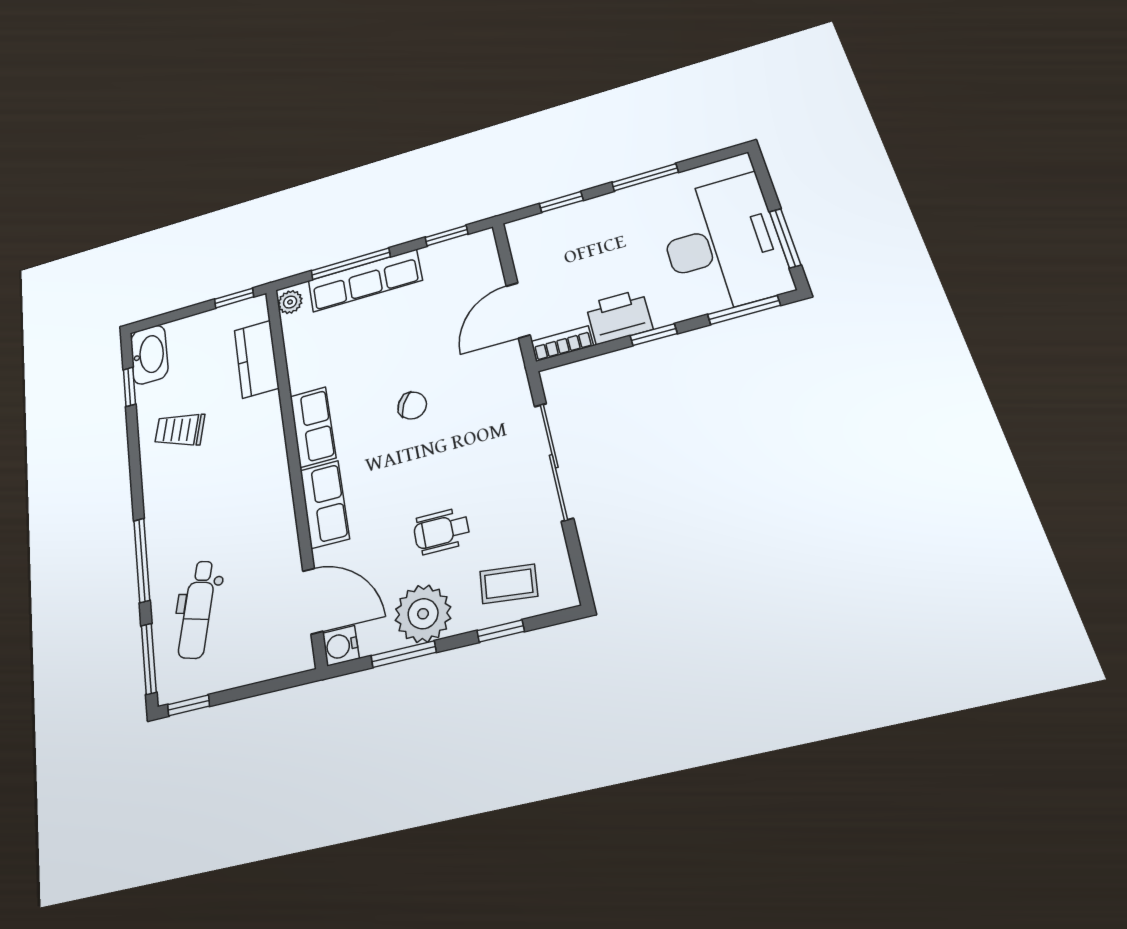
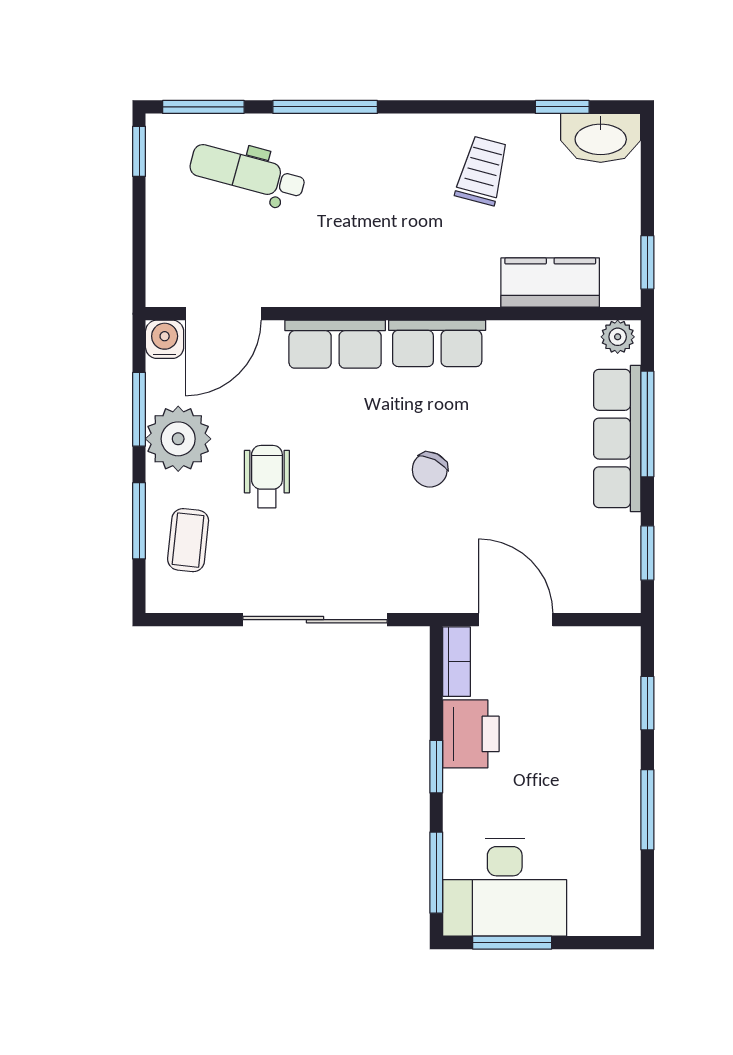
desk: (722, 244) -> (505, 888), width x0.73, depth x0.77
window: (501, 631) -> (139, 521), width x1.50

